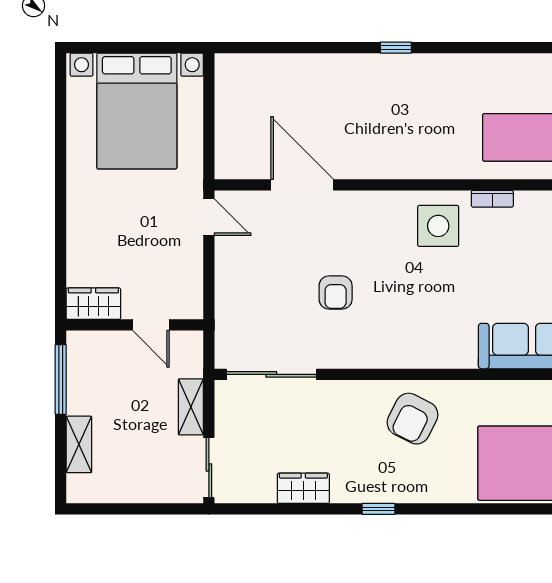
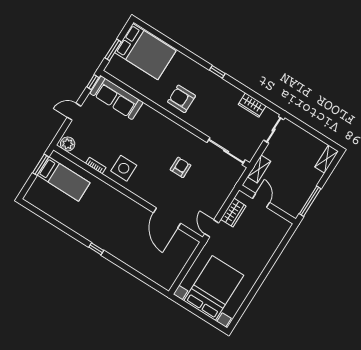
wardrobe: (93, 304) -> (233, 213), moved, turned -90
shelving: (191, 407) -> (259, 169), moved
armchair: (413, 419) -> (181, 99), turned -117
shelving: (79, 444) -> (327, 159), moved
wardrobe: (303, 488) -> (252, 105), moved

